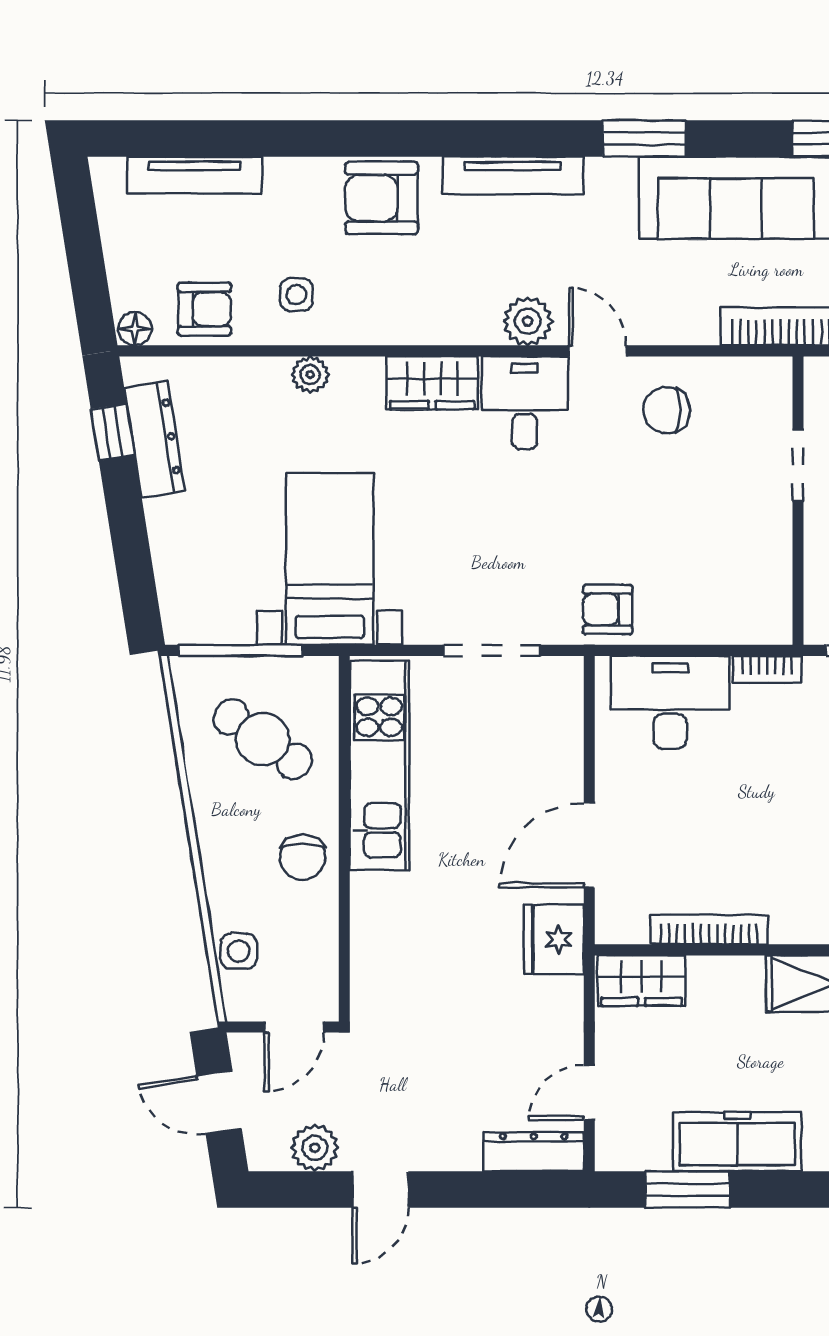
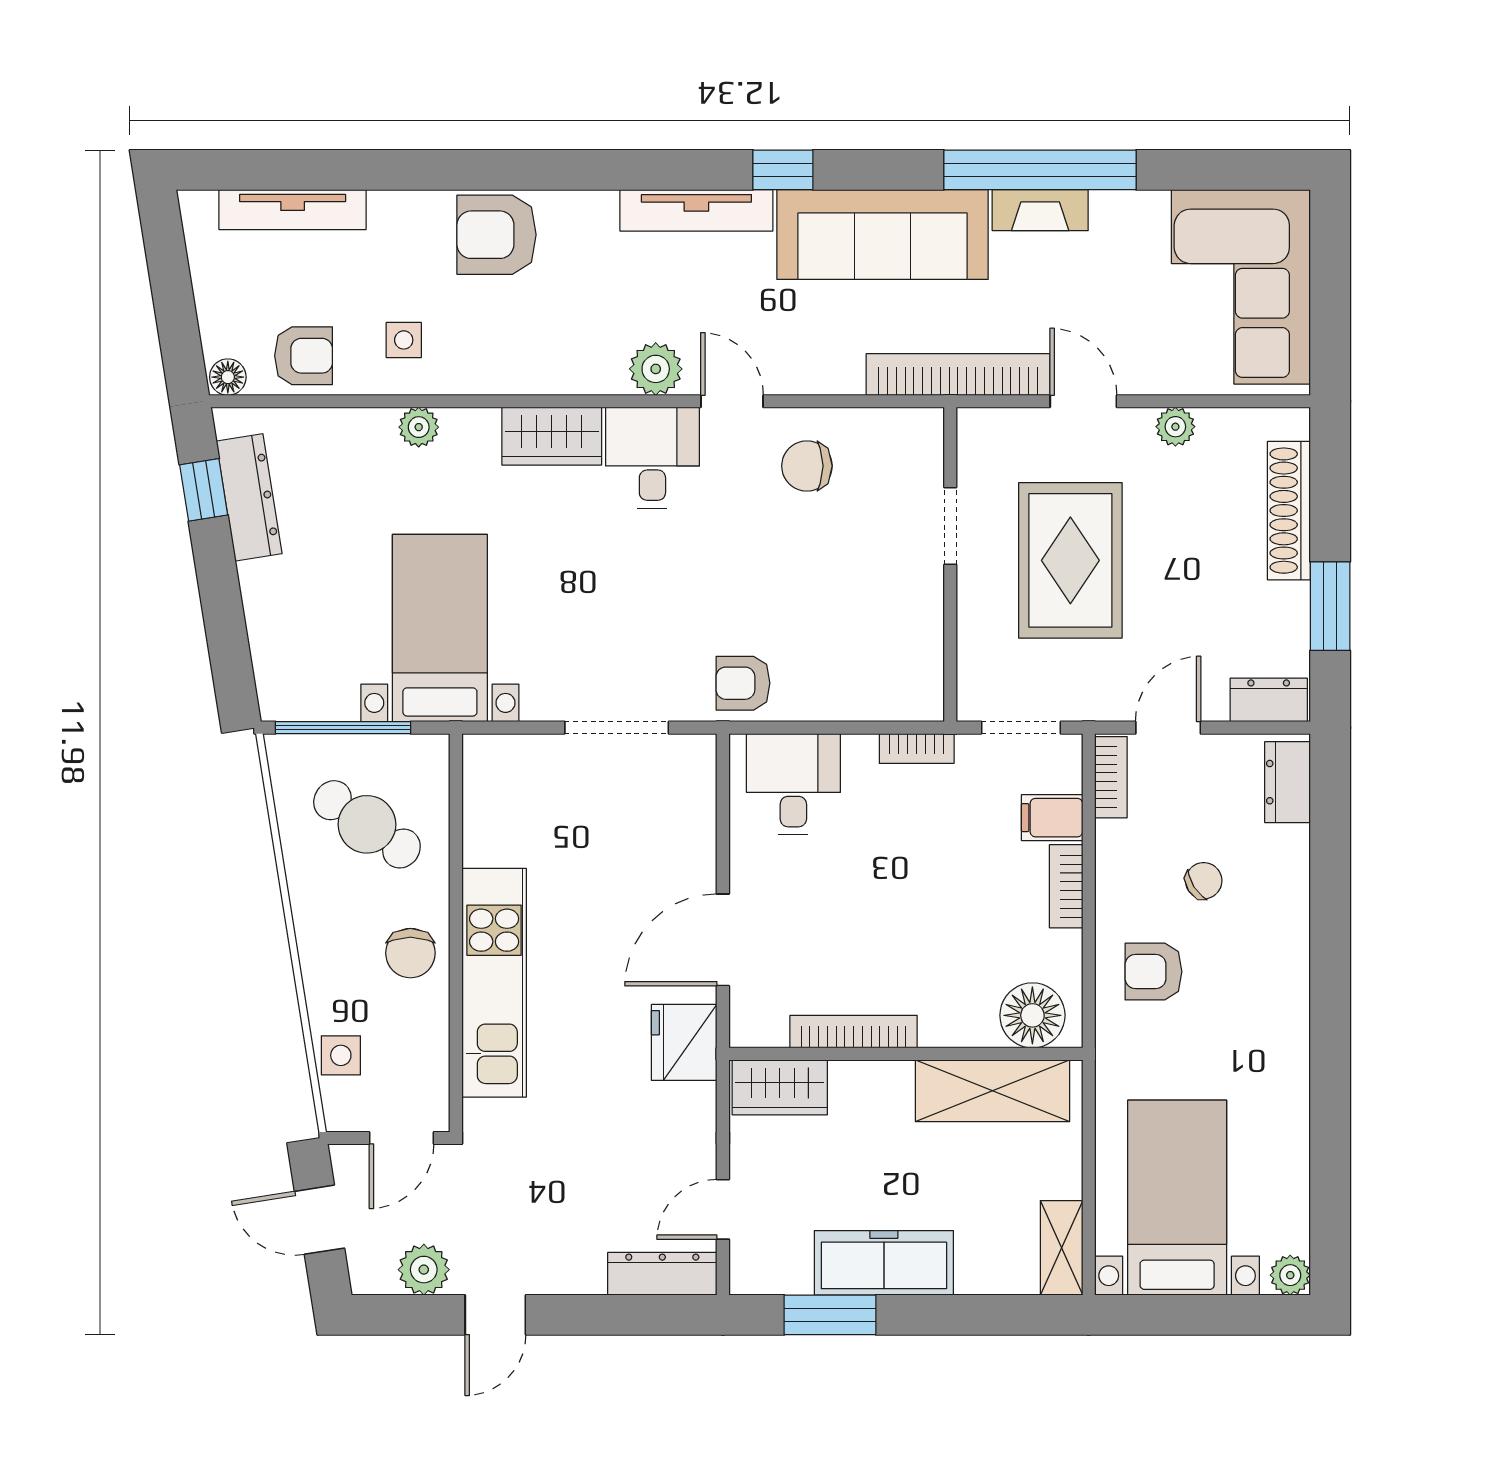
window: (644, 138) -> (783, 170), width x0.67
tv unit: (513, 176) -> (696, 210), moved
desk: (670, 702) -> (793, 784), width x0.73
kitchen unit: (379, 765) -> (494, 983), moved

